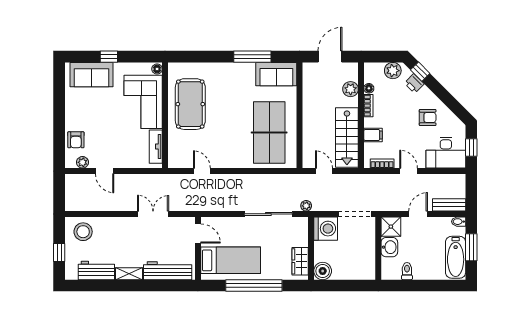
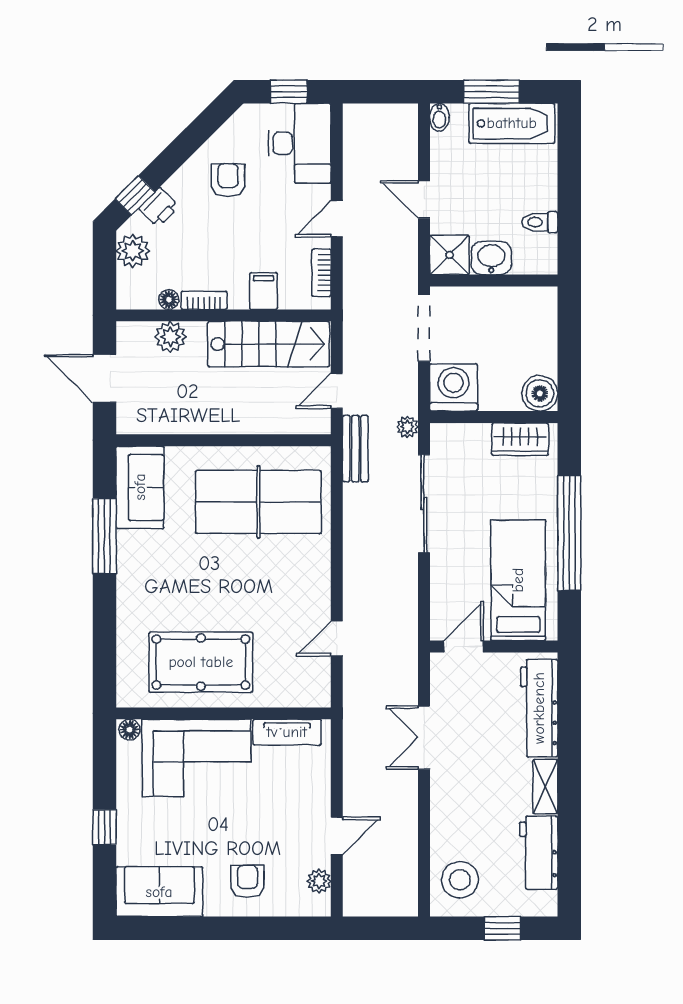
sofa: (92, 75) -> (159, 892), moved, turned -90
armchair: (76, 140) -> (247, 881), moved, turned -90
bench: (449, 205) -> (355, 449), moved

